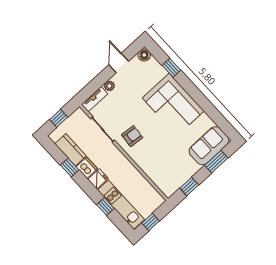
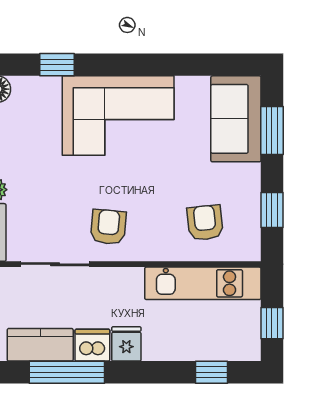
window: (70, 168) -> (67, 372), width x2.17
armchair: (164, 168) -> (205, 223), added
kitchen unit: (121, 205) -> (203, 283), moved, turned 180
window: (105, 207) -> (211, 372), moved

